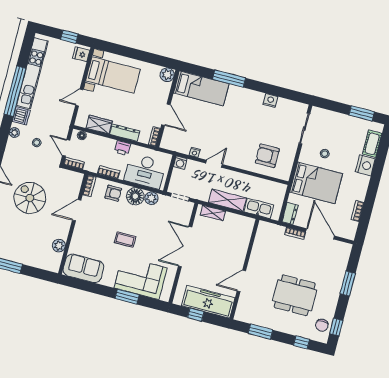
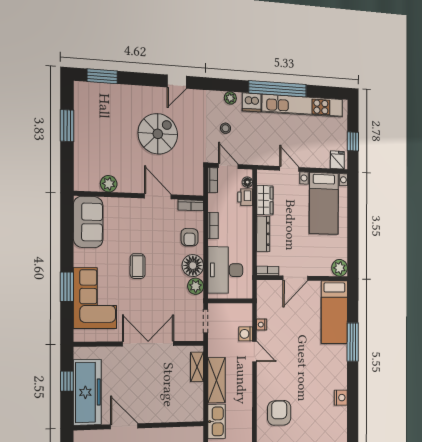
door: (66, 148) -> (228, 166), hinge flipped
printer: (123, 148) -> (245, 197), moved
washing machine: (180, 163) -> (246, 334), moved

